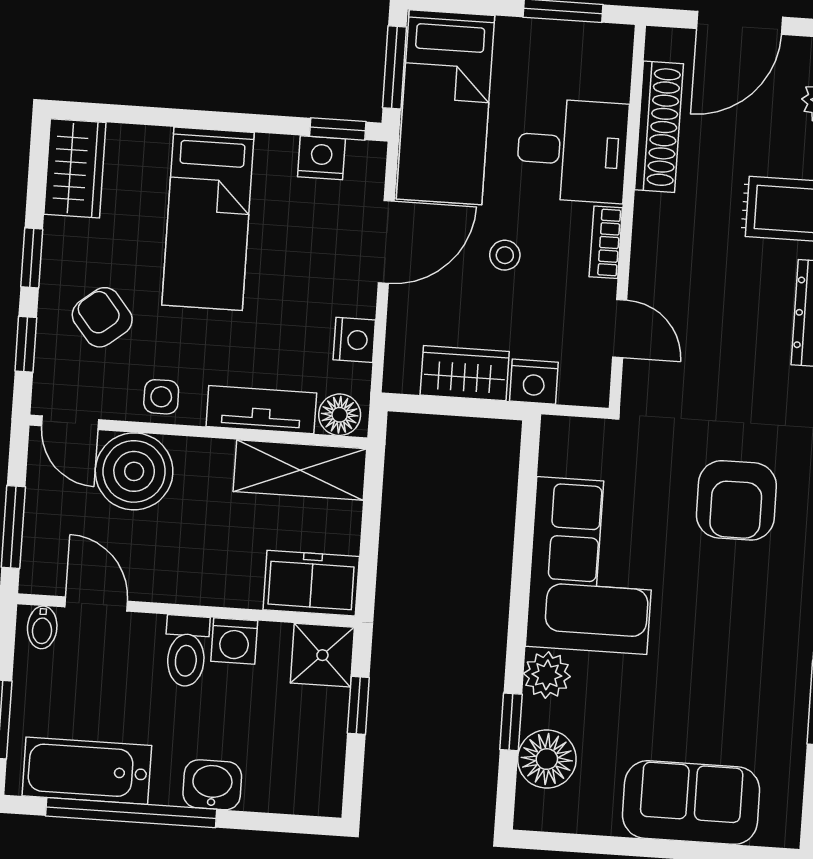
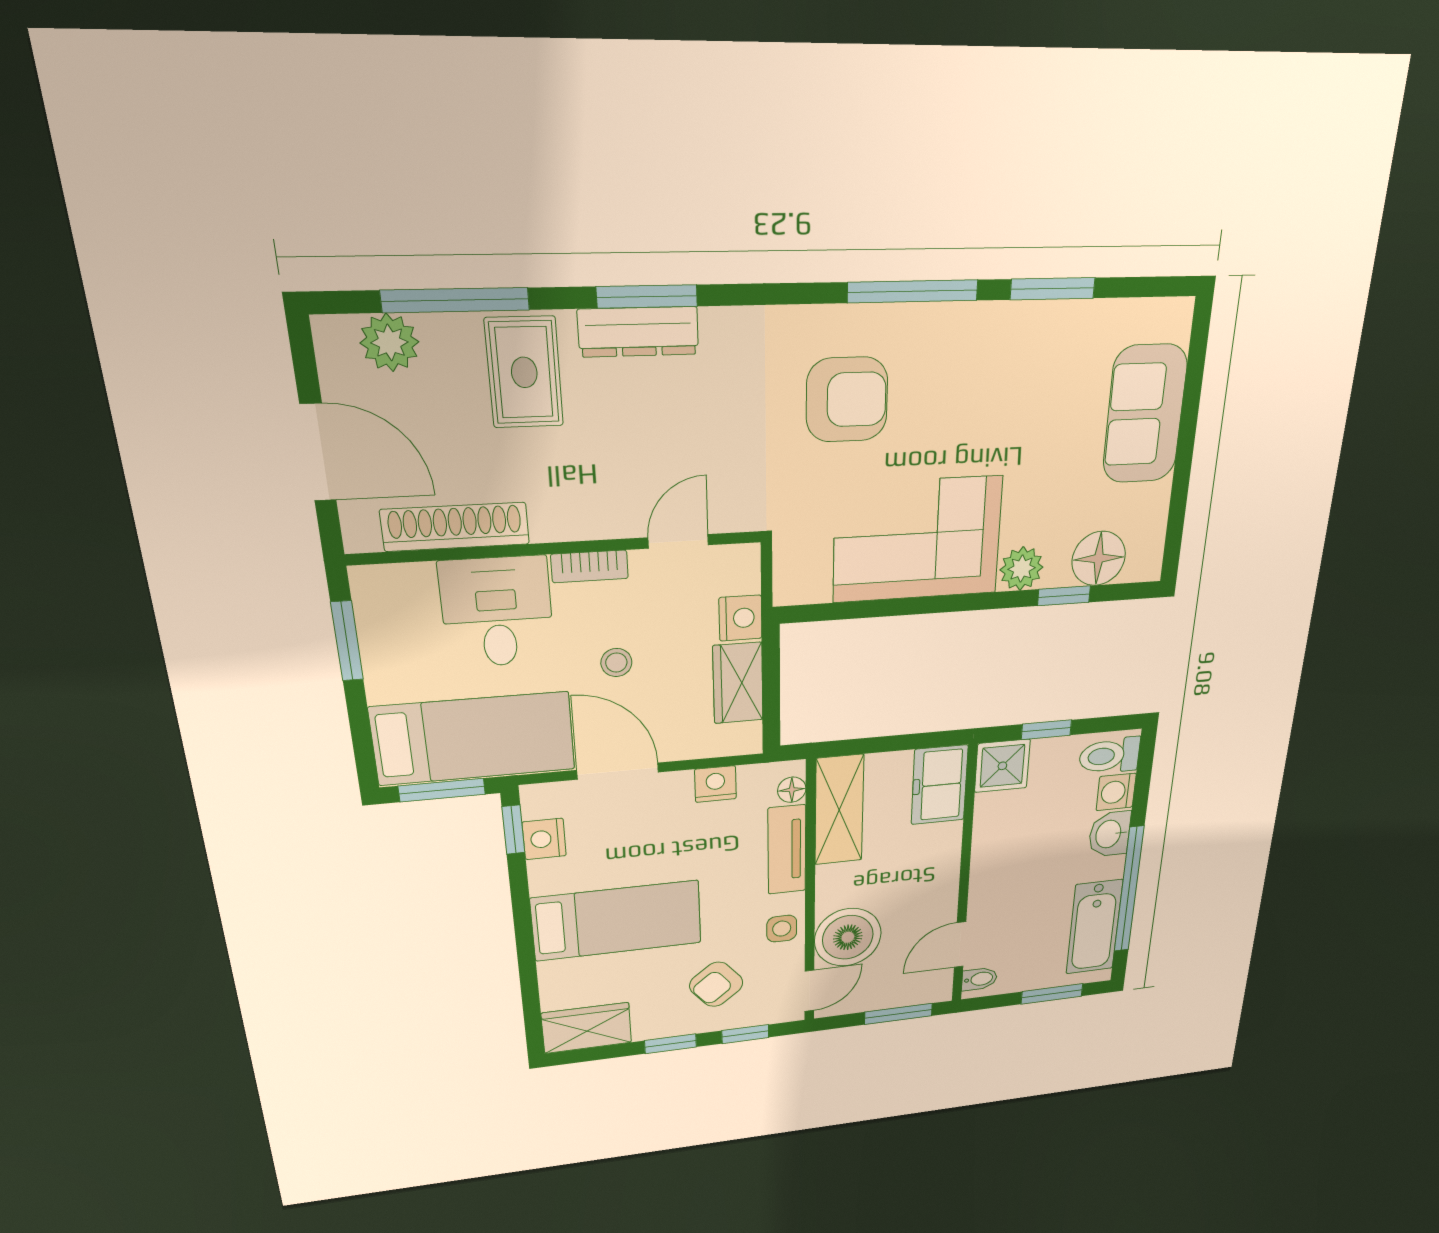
floor lamp: (340, 415) -> (792, 790), width x0.73, depth x0.73
washing machine: (234, 641) -> (1116, 792), moved, turned 180
toilet: (186, 651) -> (1110, 756), moved, turned 180

